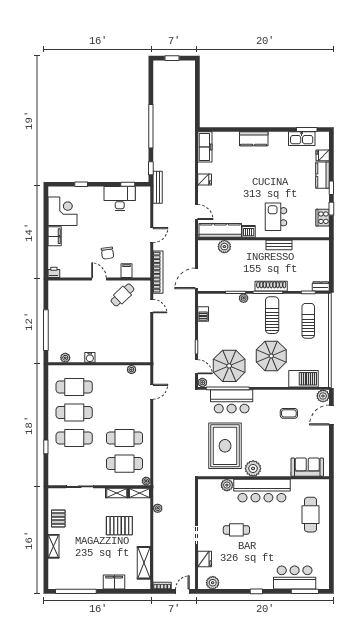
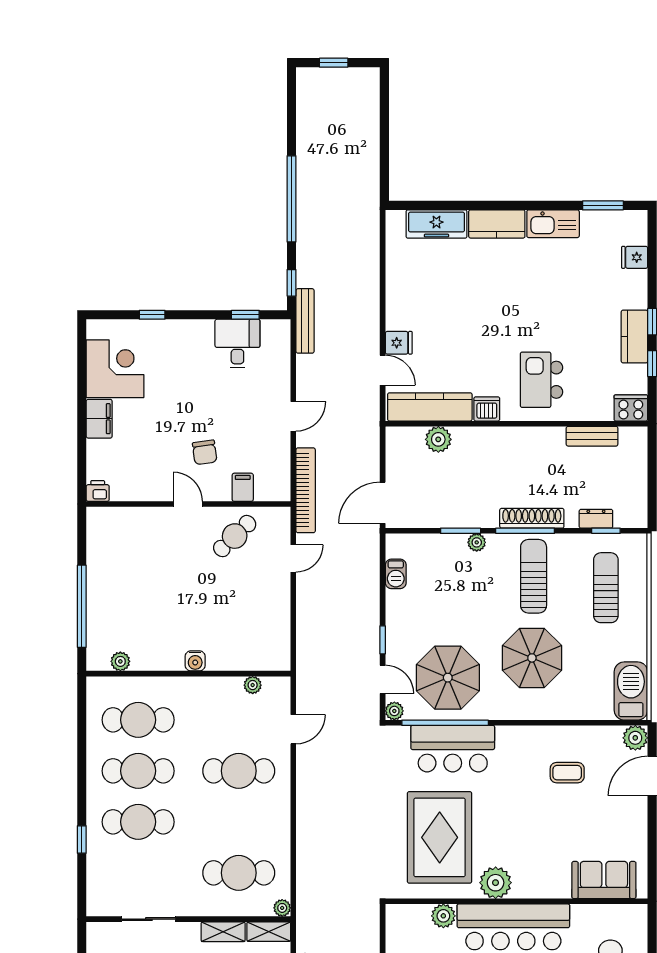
kitchen sink: (302, 139) -> (553, 224), moved
freezer: (205, 147) -> (436, 224), moved, turned 90
kitchen counter: (323, 175) -> (634, 336), moved
fridge: (205, 179) -> (399, 343), moved
desk: (120, 199) -> (237, 343), width x0.73
cooker: (323, 218) -> (631, 408), moved, turned 90
bench: (279, 245) -> (592, 436), moved
dresser: (321, 286) -> (596, 519), moved
door: (152, 306) -> (293, 559), hinge flipped
water cooler: (90, 357) -> (195, 661), moved
barbecue: (304, 379) -> (631, 691), moved, turned -90
cafe table: (125, 438) -> (239, 771), moved

